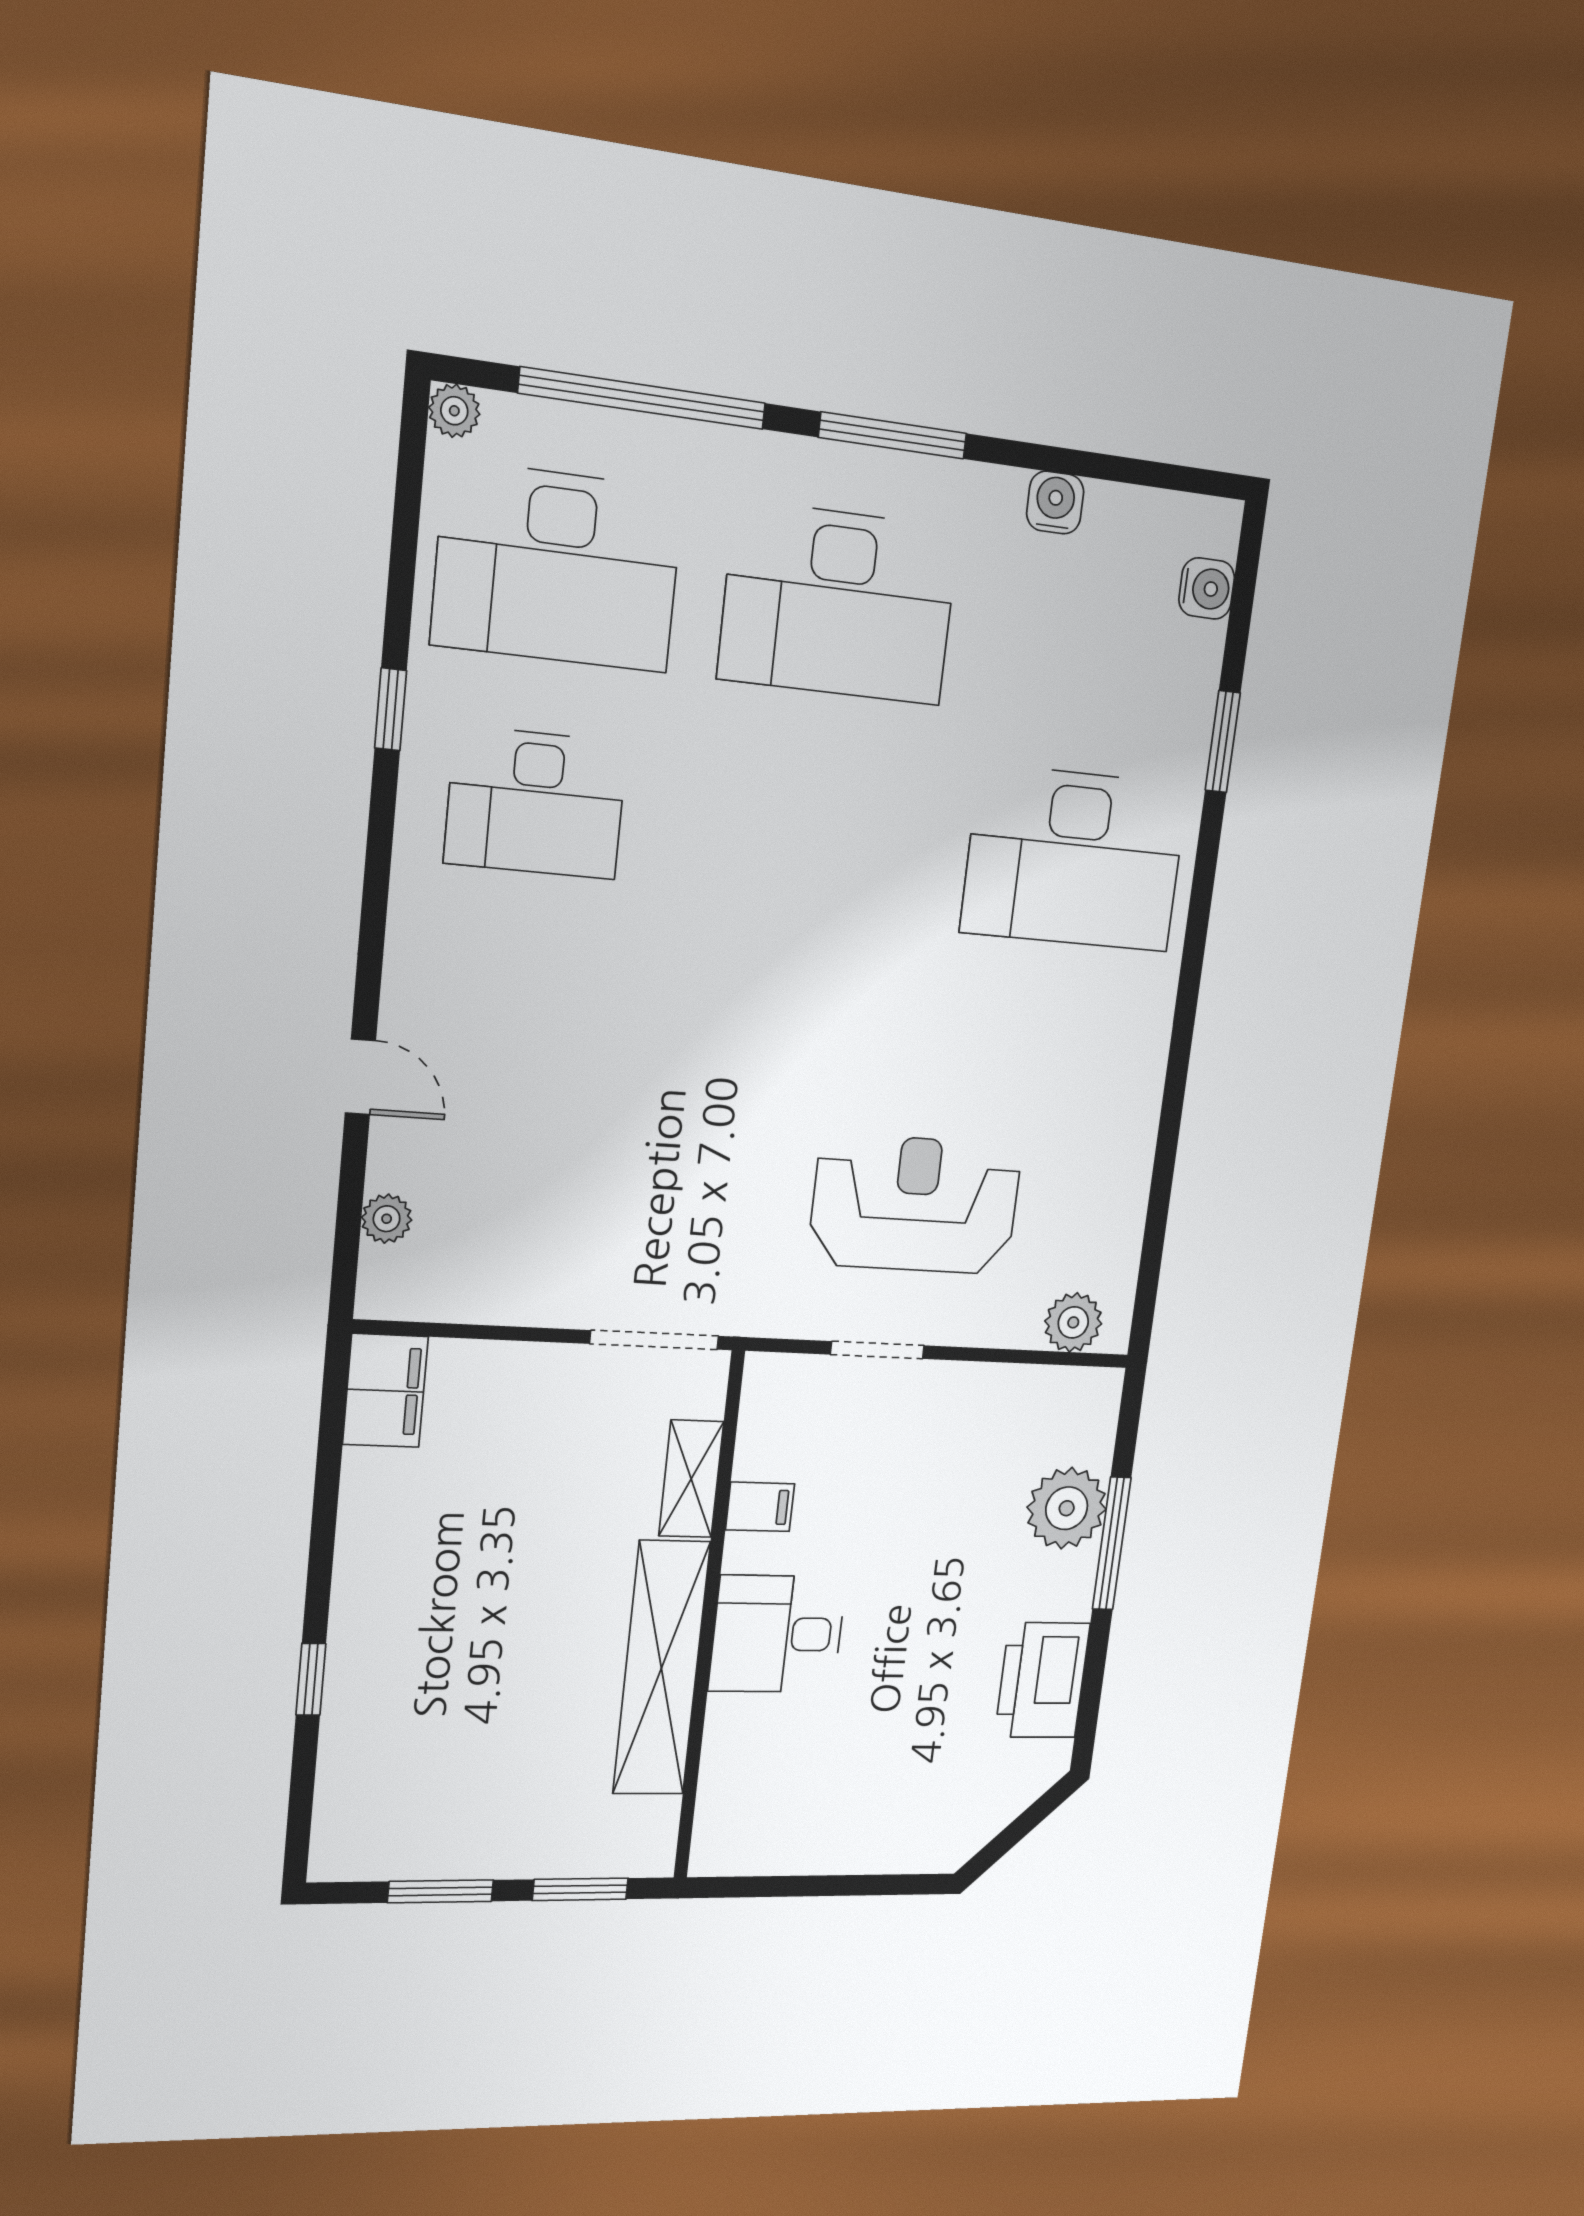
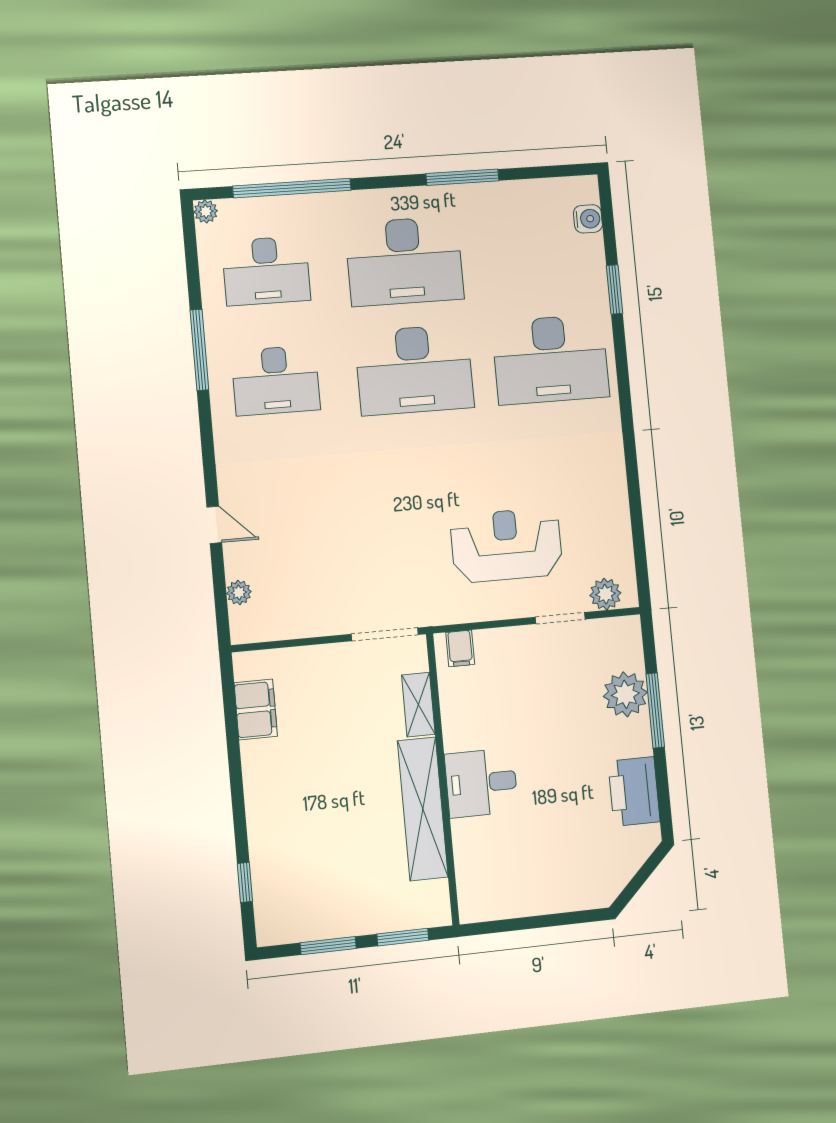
window: (893, 435) -> (462, 177), moved
water cooler: (1055, 503) -> (501, 194), removed
desk: (557, 567) -> (266, 271), width x0.73, depth x0.77
window: (391, 709) -> (199, 350), width x2.17
desk: (813, 831) -> (414, 370), added
doorway: (877, 1350) -> (560, 618), moved
filing cabinet: (385, 1391) -> (256, 710), moved
filing cabinet: (760, 1507) -> (460, 648), moved, turned 90
window: (311, 1679) -> (245, 882), moved

